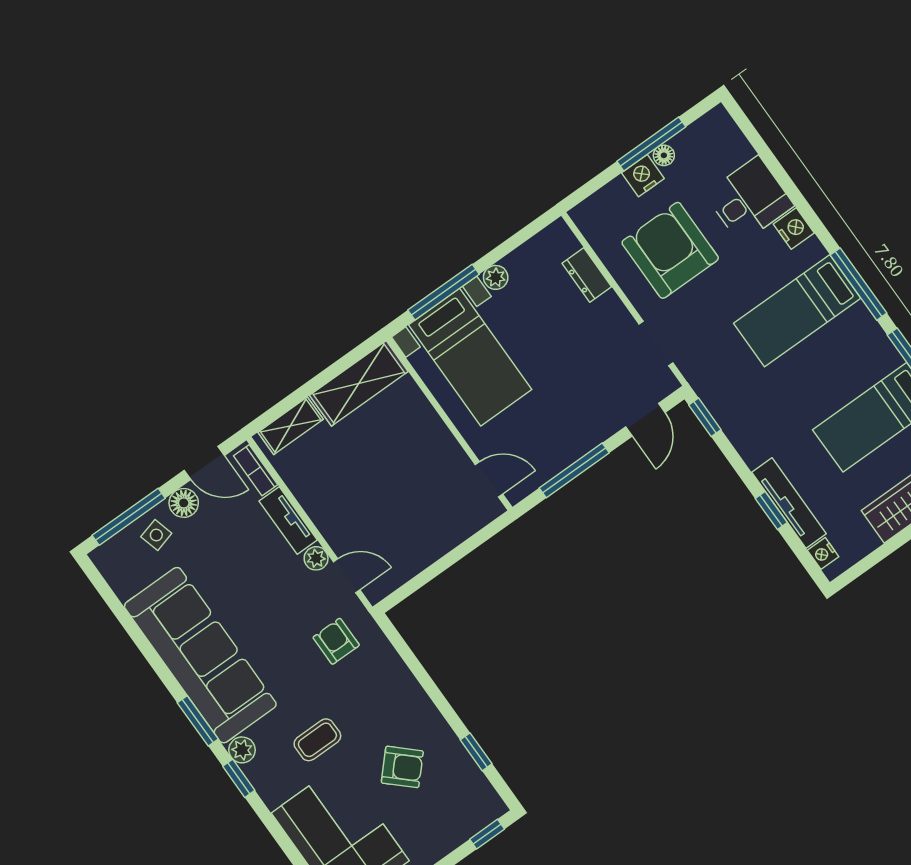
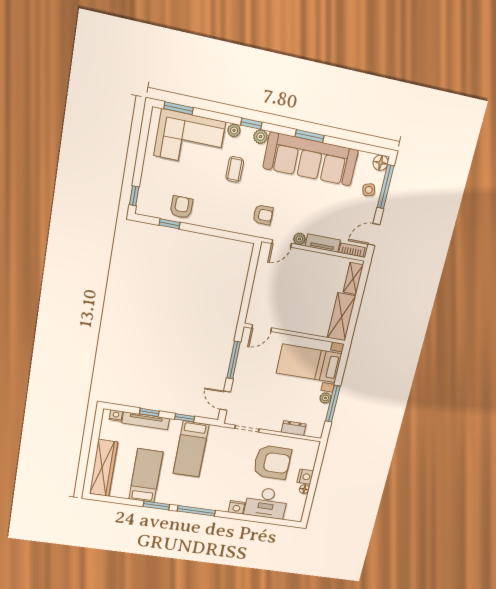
window: (651, 144) -> (312, 489), removed
desk: (749, 200) -> (266, 503), width x1.37
window: (444, 292) -> (333, 404), moved
bed: (797, 311) -> (191, 449), moved, turned 180
window: (705, 417) -> (185, 418), moved
floor lamp: (184, 503) -> (381, 163), moved
window: (198, 721) -> (310, 136), moved
armchair: (402, 767) -> (182, 207), moved, turned 137
plant: (270, 792) -> (234, 130), added

